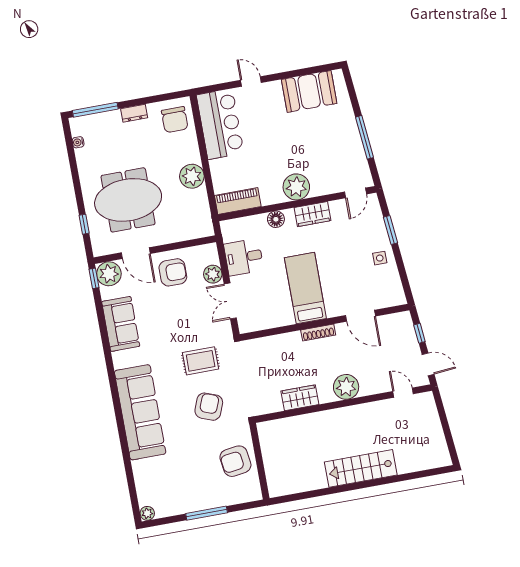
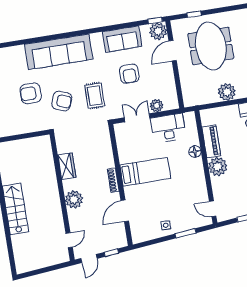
piano: (238, 201) -> (211, 141), moved
wardrobe: (312, 214) -> (198, 178), removed
desk: (244, 257) -> (168, 128), width x1.37
armchair: (173, 272) -> (129, 74), moved
armchair: (235, 461) -> (31, 93), moved, turned -82

